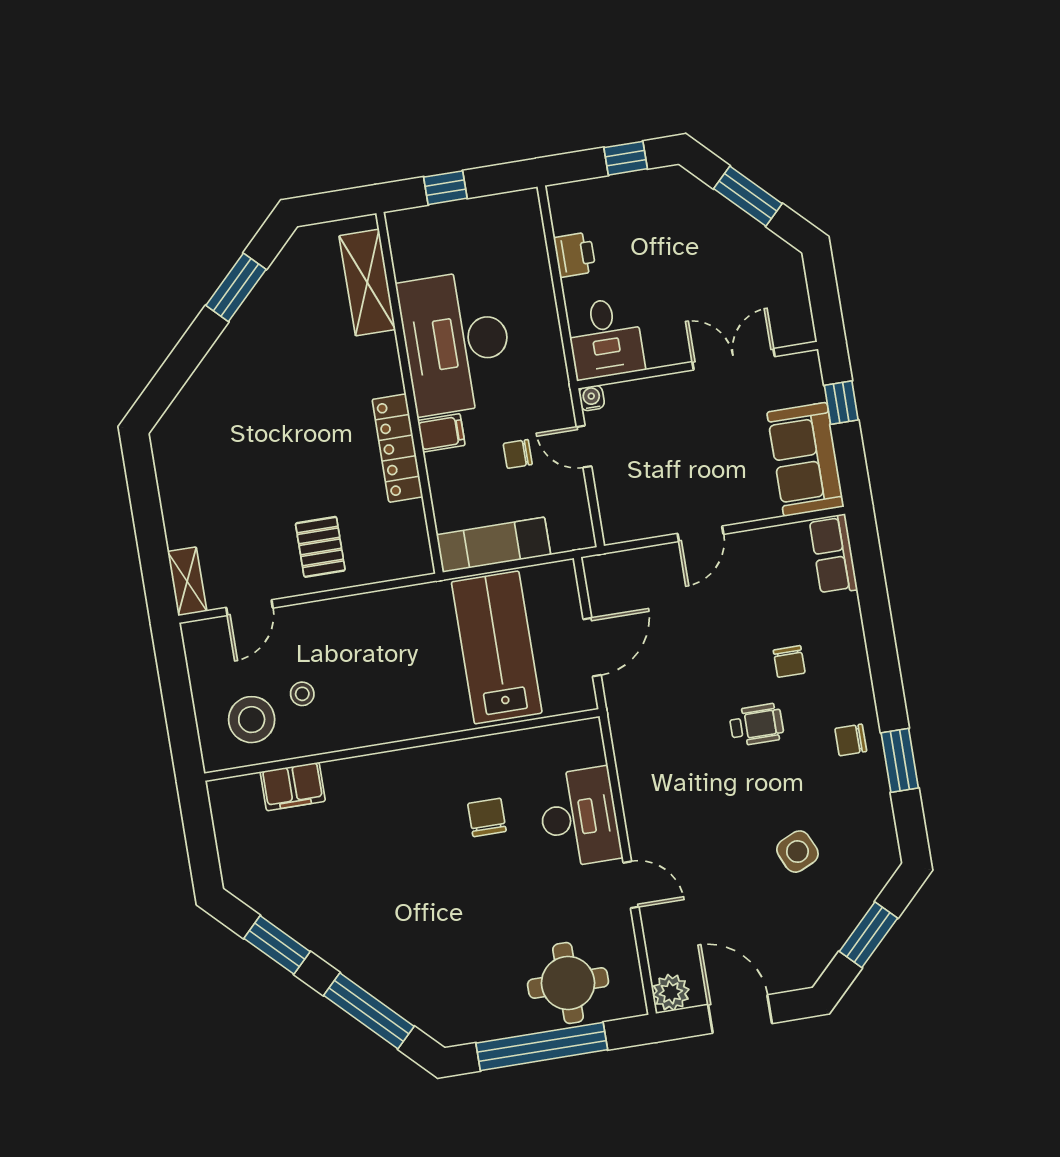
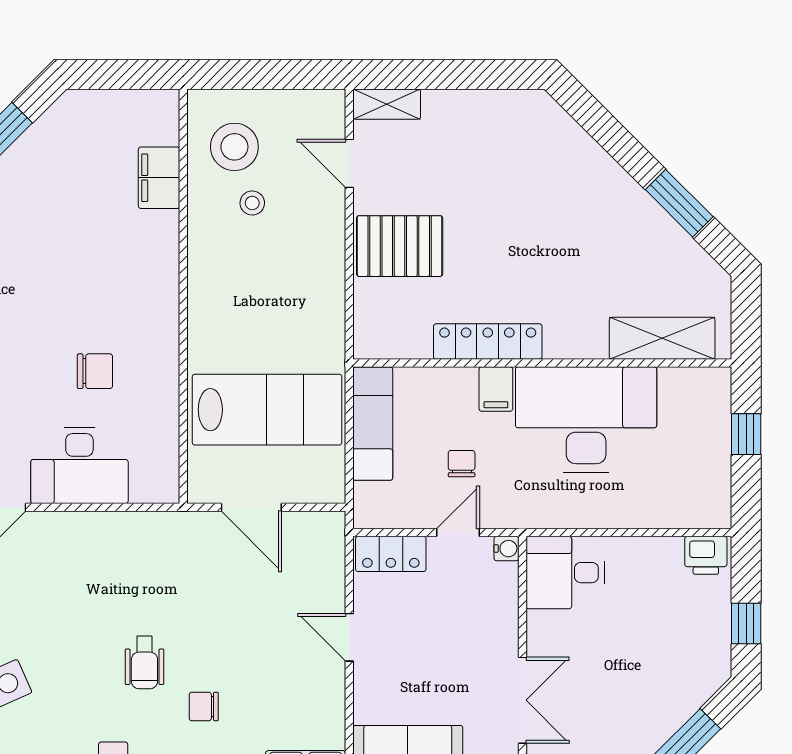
printer: (575, 255) -> (706, 555), moved
locker: (615, 507) -> (391, 554), added
pallet: (320, 547) -> (400, 246), width x1.50, depth x1.42

